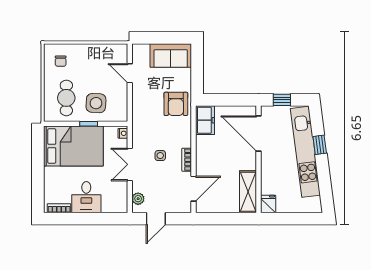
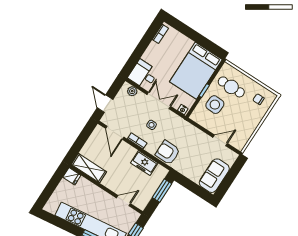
window: (222, 100) -> (162, 191), added
armchair: (176, 104) -> (168, 152), moved
freezer: (205, 120) -> (144, 163), moved
door: (259, 133) -> (123, 201), width x0.53
desk: (86, 197) -> (144, 75), moved
door: (156, 219) -> (105, 104), moved

